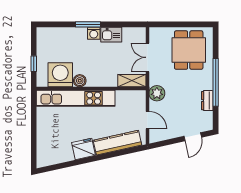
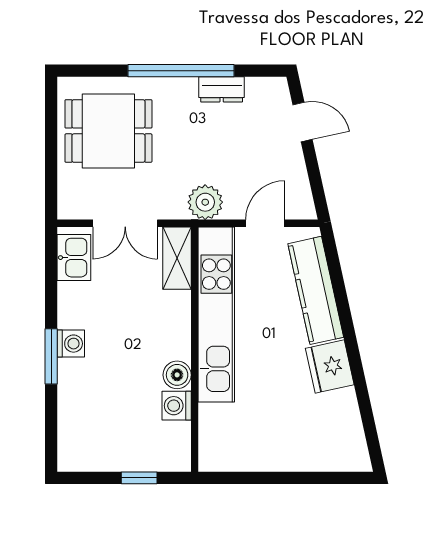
kitchen sink: (111, 35) -> (74, 258), moved
washing machine: (60, 75) -> (177, 406), width x0.53, depth x0.53
kitchen unit: (76, 98) -> (216, 315), moved

